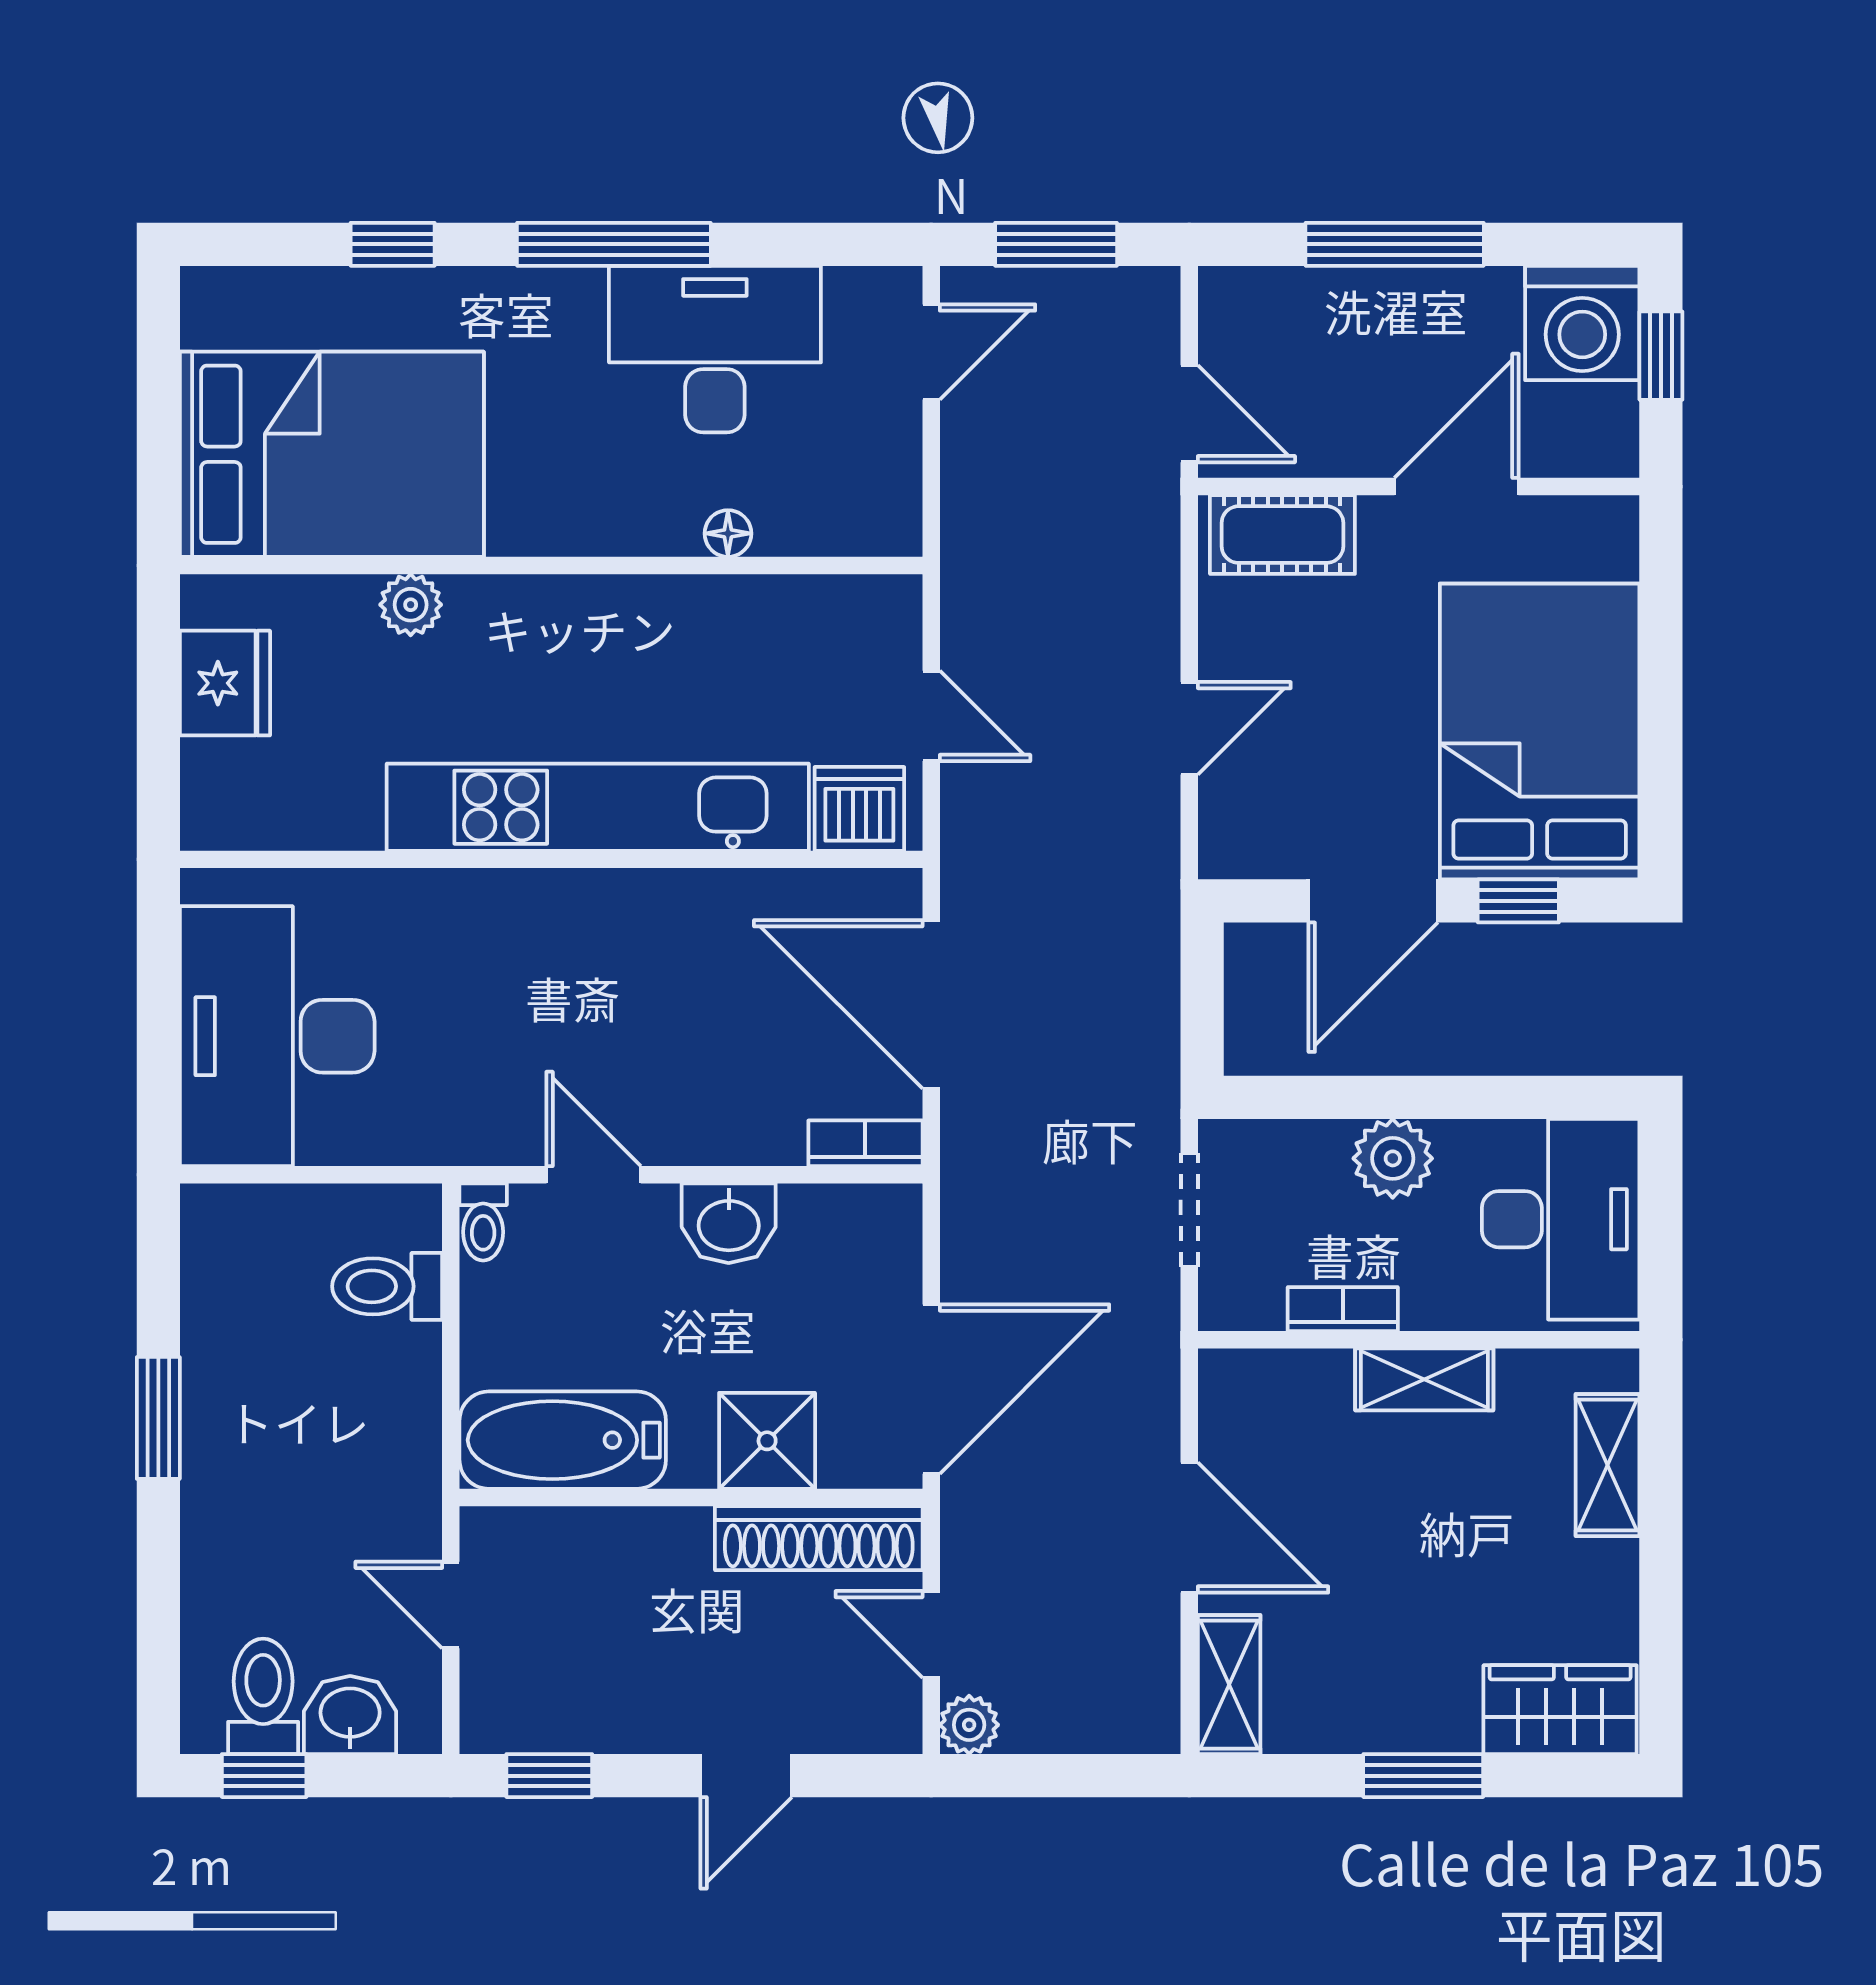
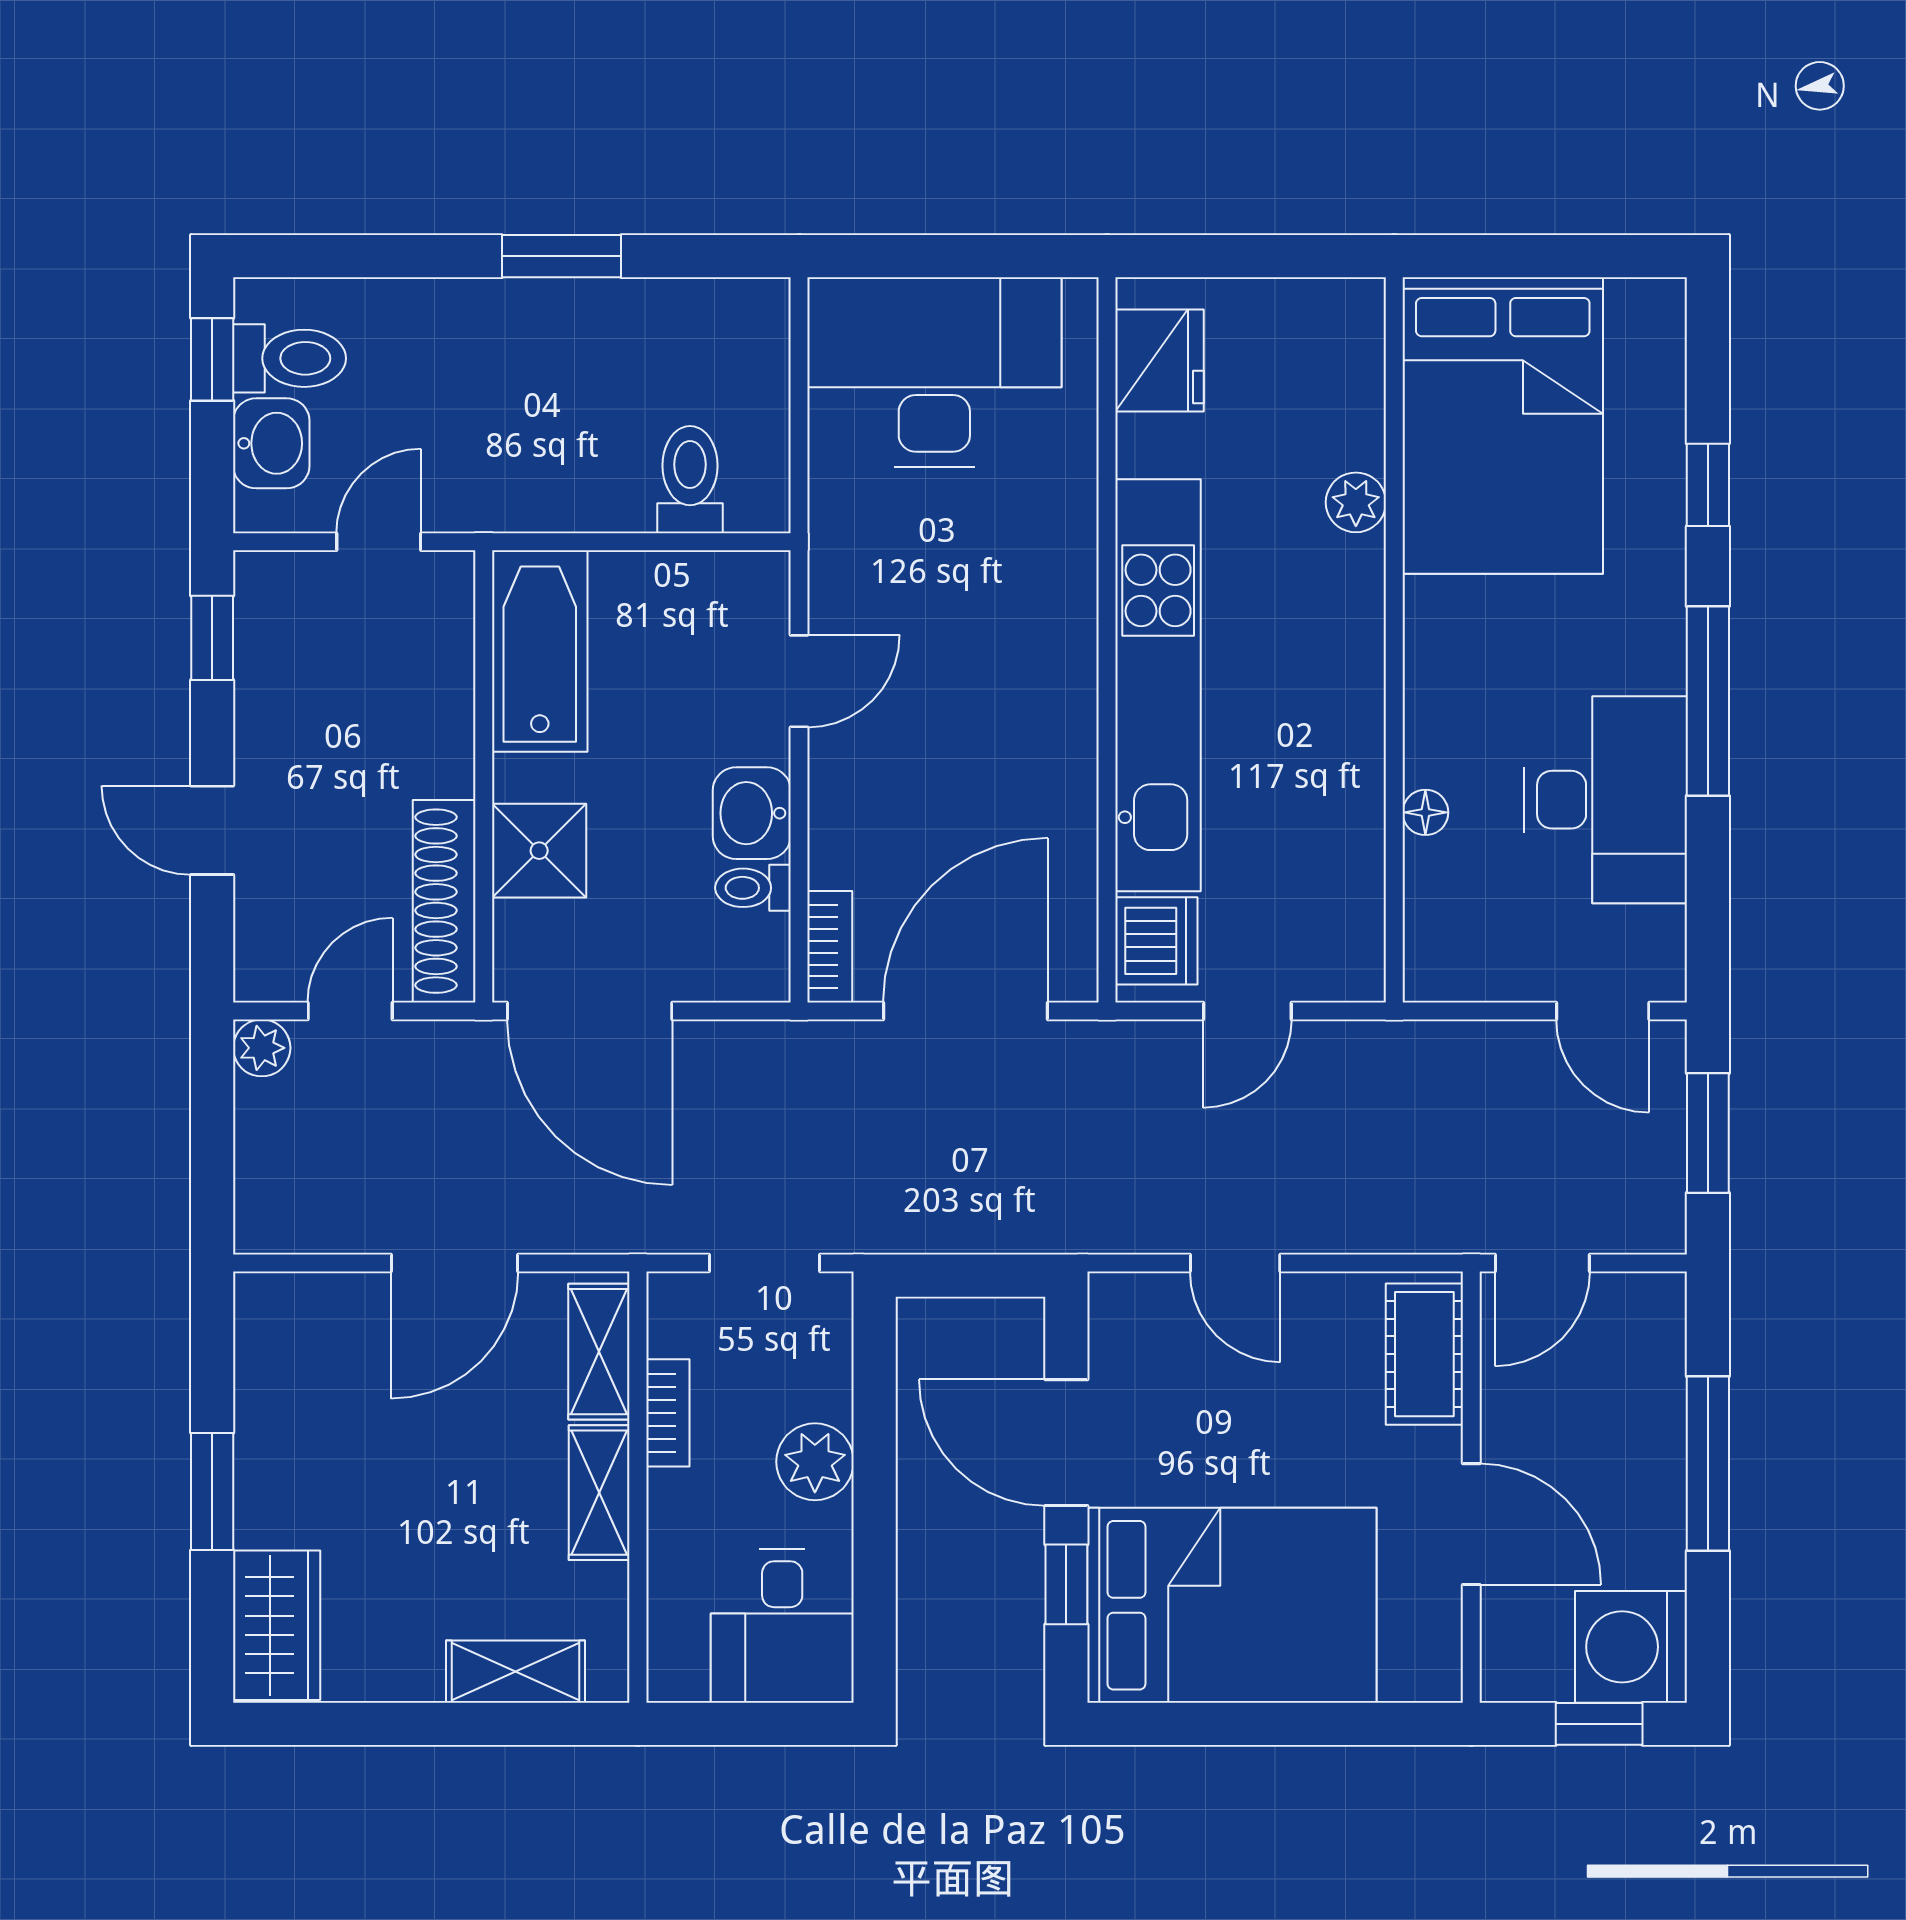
fridge: (225, 683) -> (1160, 361), moved, turned -90
desk: (1561, 1219) -> (782, 1626), width x0.73
toilet: (483, 1222) -> (753, 888), moved
shelving: (1229, 1685) -> (599, 1352), moved, turned 90

